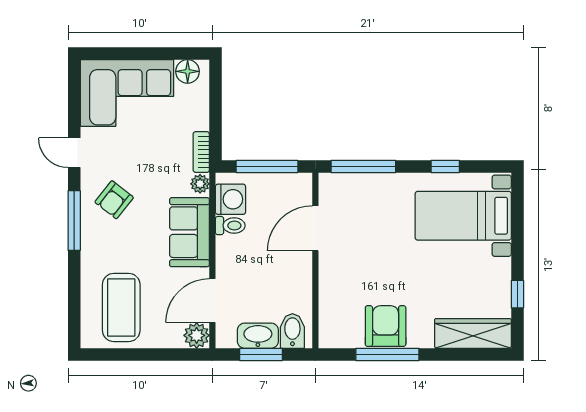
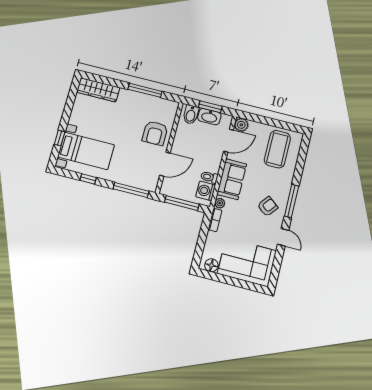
window: (517, 294) -> (60, 138), moved
armchair: (386, 326) -> (155, 133), moved

